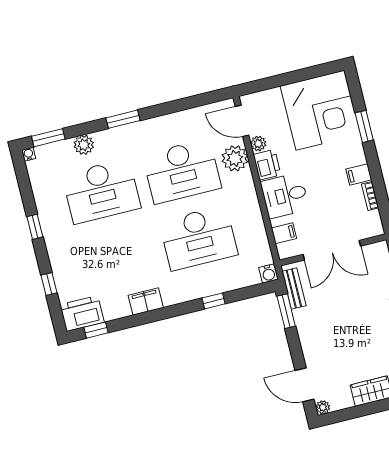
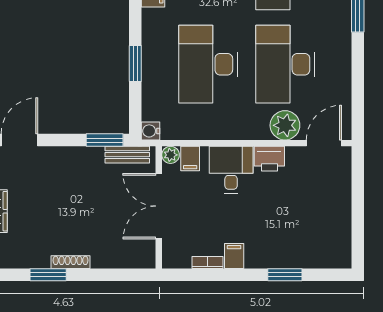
corner desk: (320, 110) -> (314, 231), removed
plant: (258, 144) -> (171, 155), moved
window: (214, 301) -> (135, 64), width x1.50

